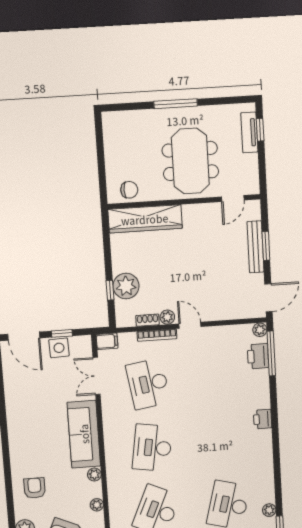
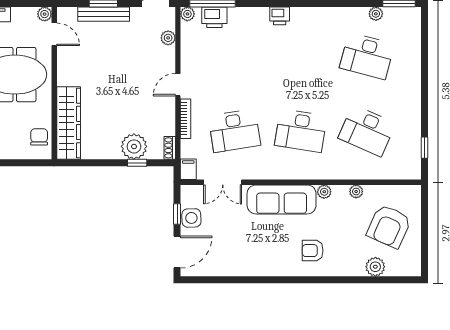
plant: (252, 187) -> (45, 14), added
plant: (167, 317) -> (168, 38), moved
shoe rack: (148, 320) -> (170, 148), moved
armchair: (35, 488) -> (313, 251), moved

